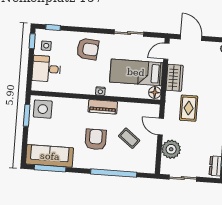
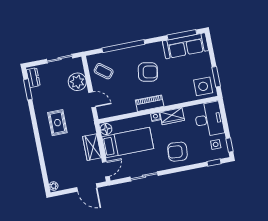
desk: (46, 69) -> (209, 119), width x1.37
wardrobe: (83, 87) -> (172, 116), added
rug: (189, 108) -> (57, 123), moved
coffee table: (129, 138) -> (104, 71), moved
armchair: (96, 139) -> (148, 72), turned -80

